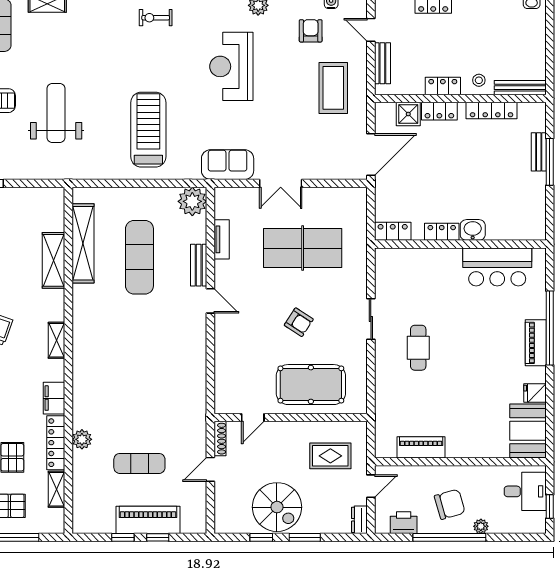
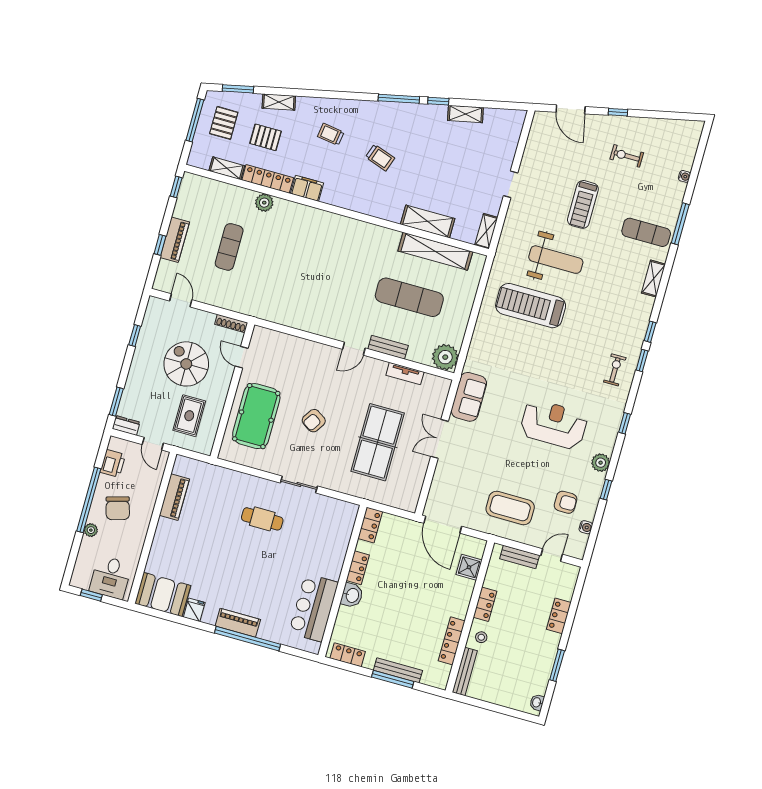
locker: (439, 111) -> (348, 655), moved, turned 90
treadmill: (148, 130) -> (531, 306), moved, turned 180
bench: (539, 152) -> (398, 670), width x1.36
shelving: (57, 340) -> (486, 231), moved, turned 90
door: (210, 469) -> (181, 300), moved
spiral stairs: (277, 507) -> (186, 364), moved, turned 90
piano: (148, 520) -> (175, 240), width x0.73, depth x0.75
window: (123, 537) -> (176, 187), moved
window: (305, 537) -> (116, 402), moved

